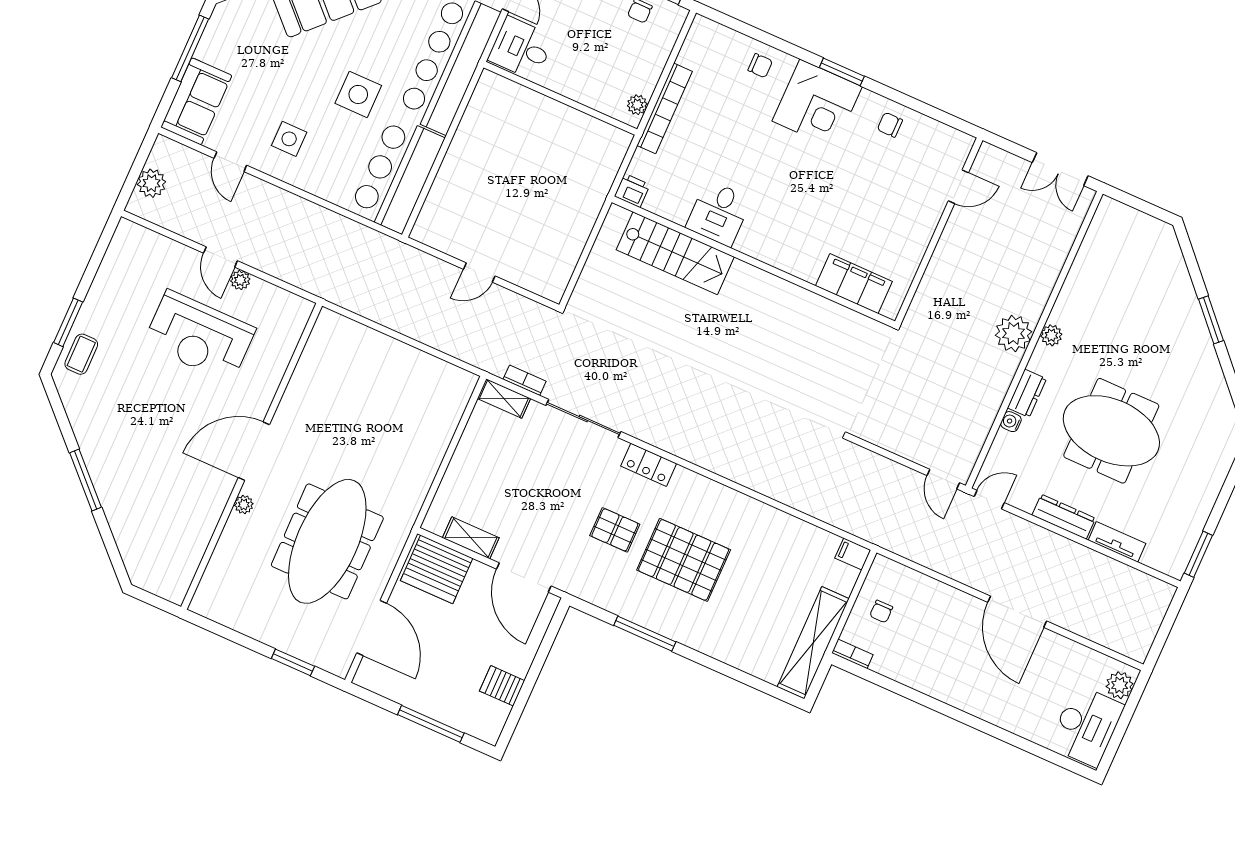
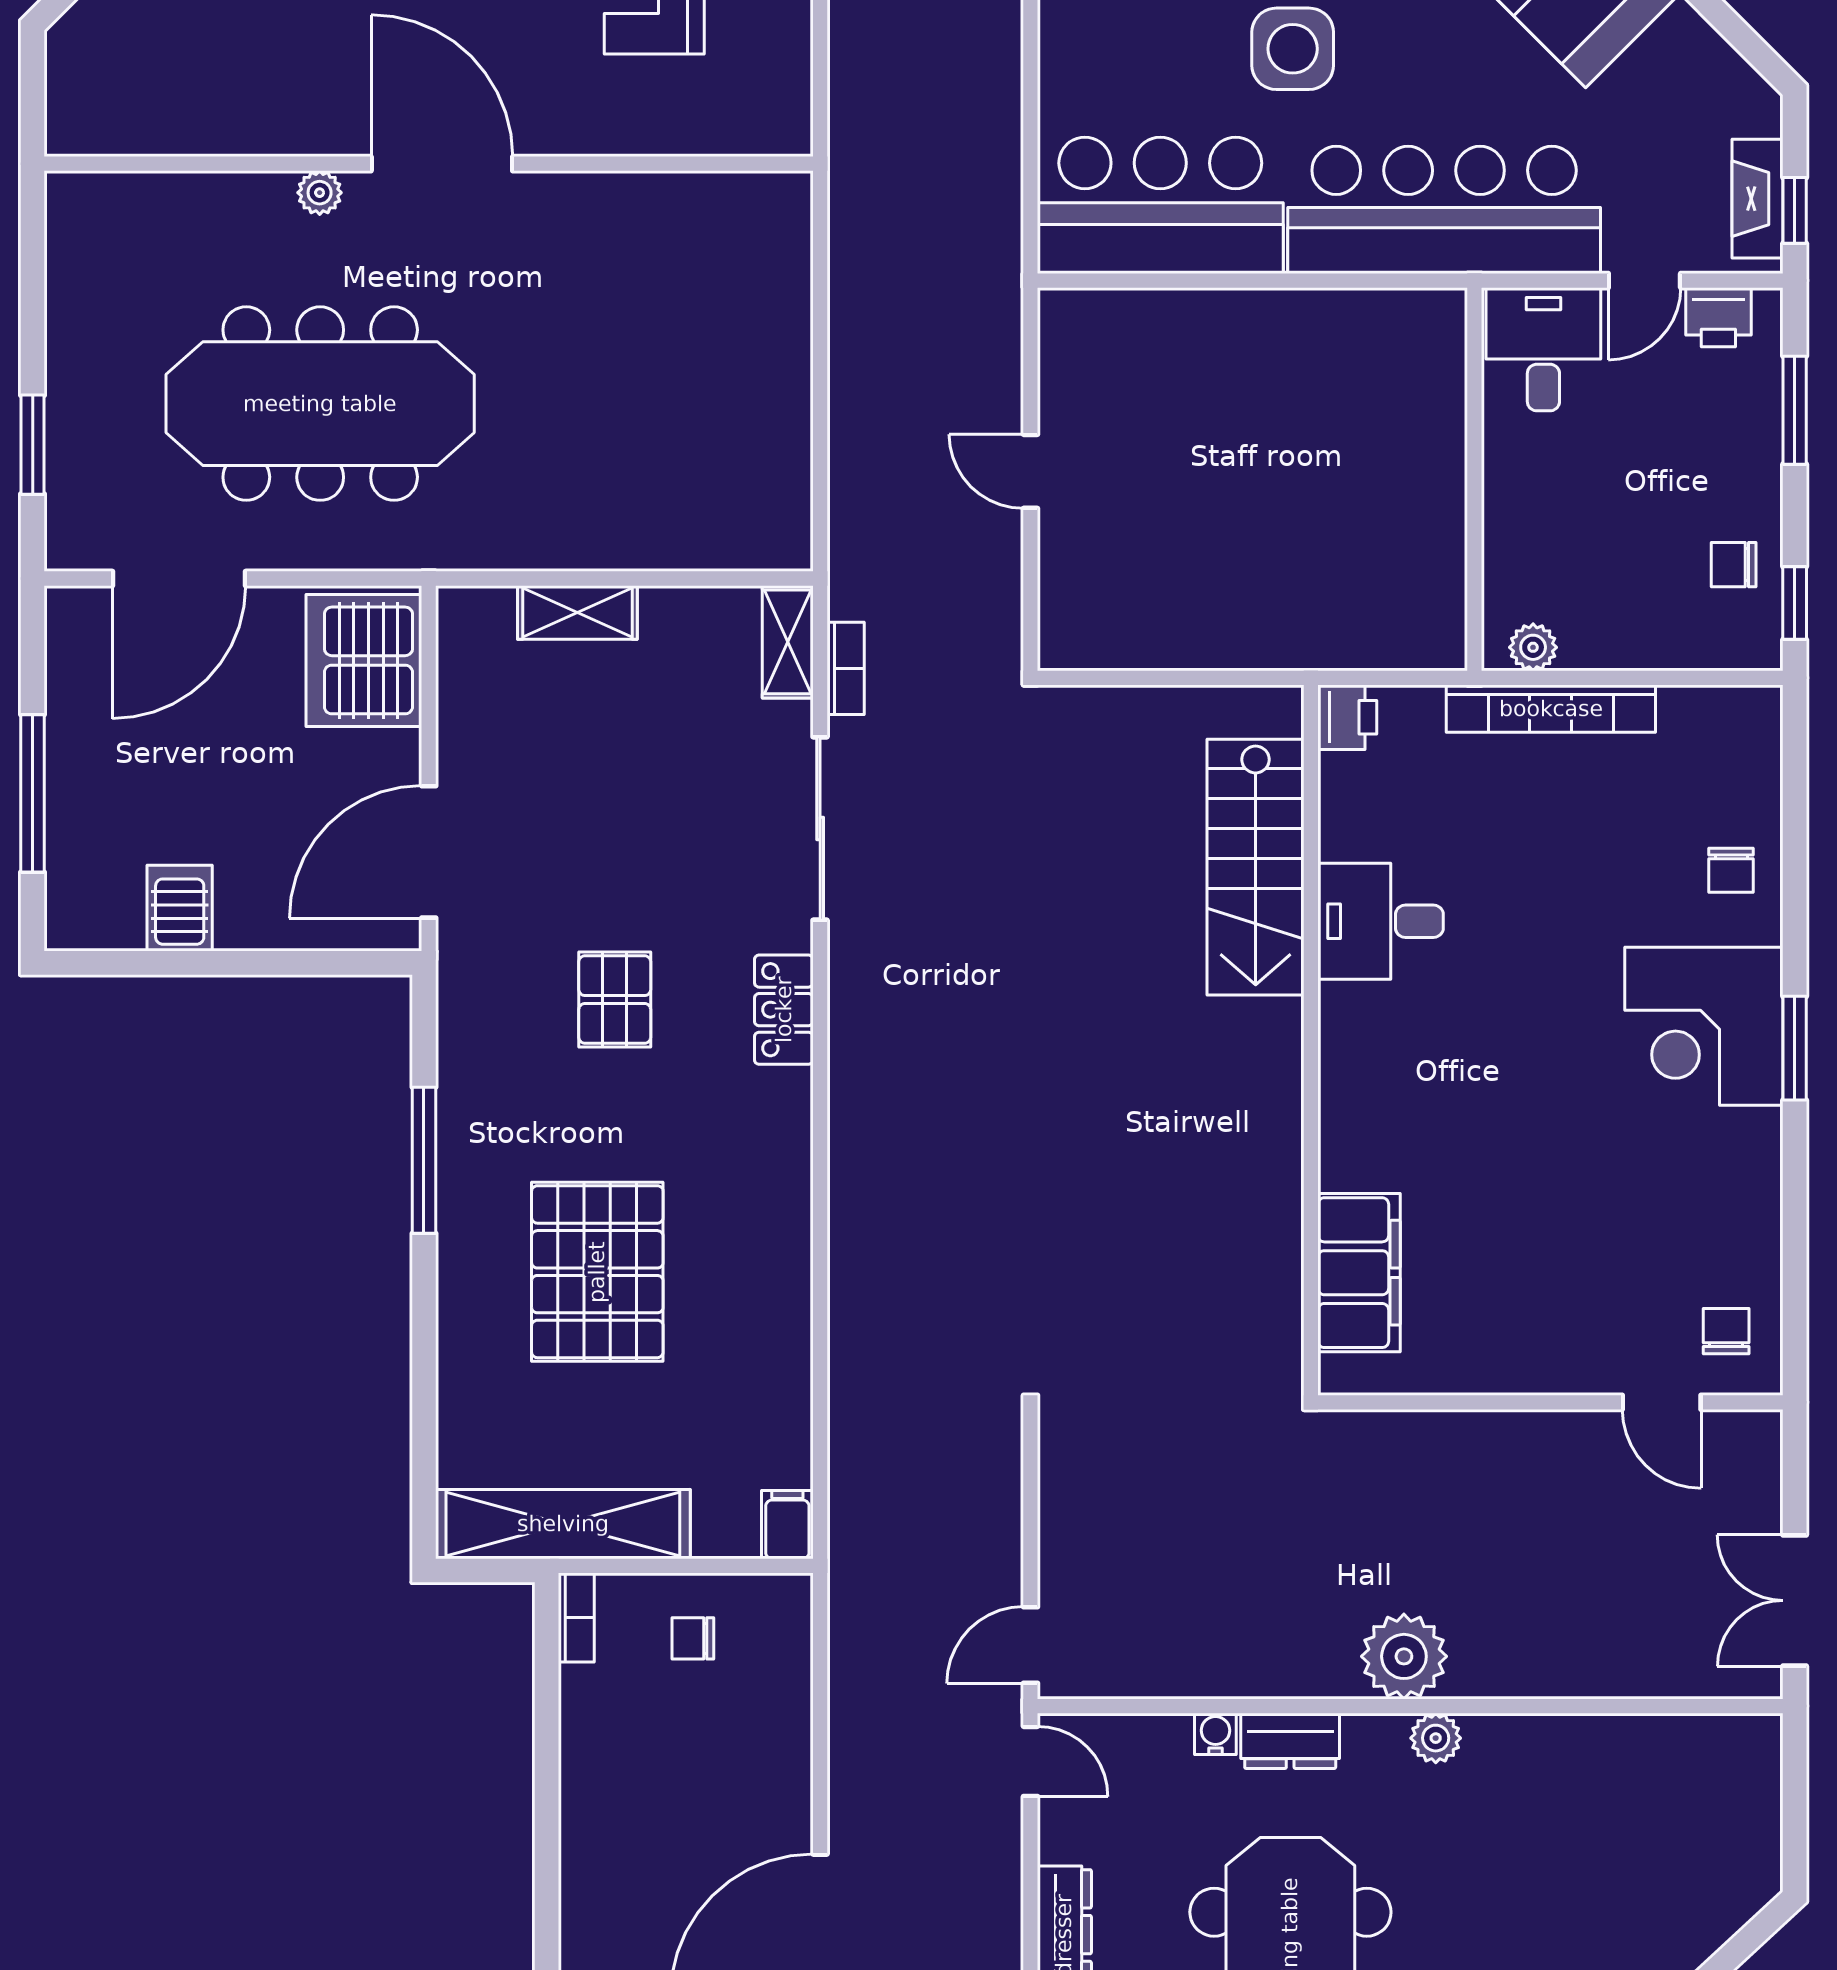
chair: (890, 125) -> (1726, 1331), moved
shelving: (471, 538) -> (577, 612), moved, turned 90
pallet: (684, 560) -> (597, 1272), moved

